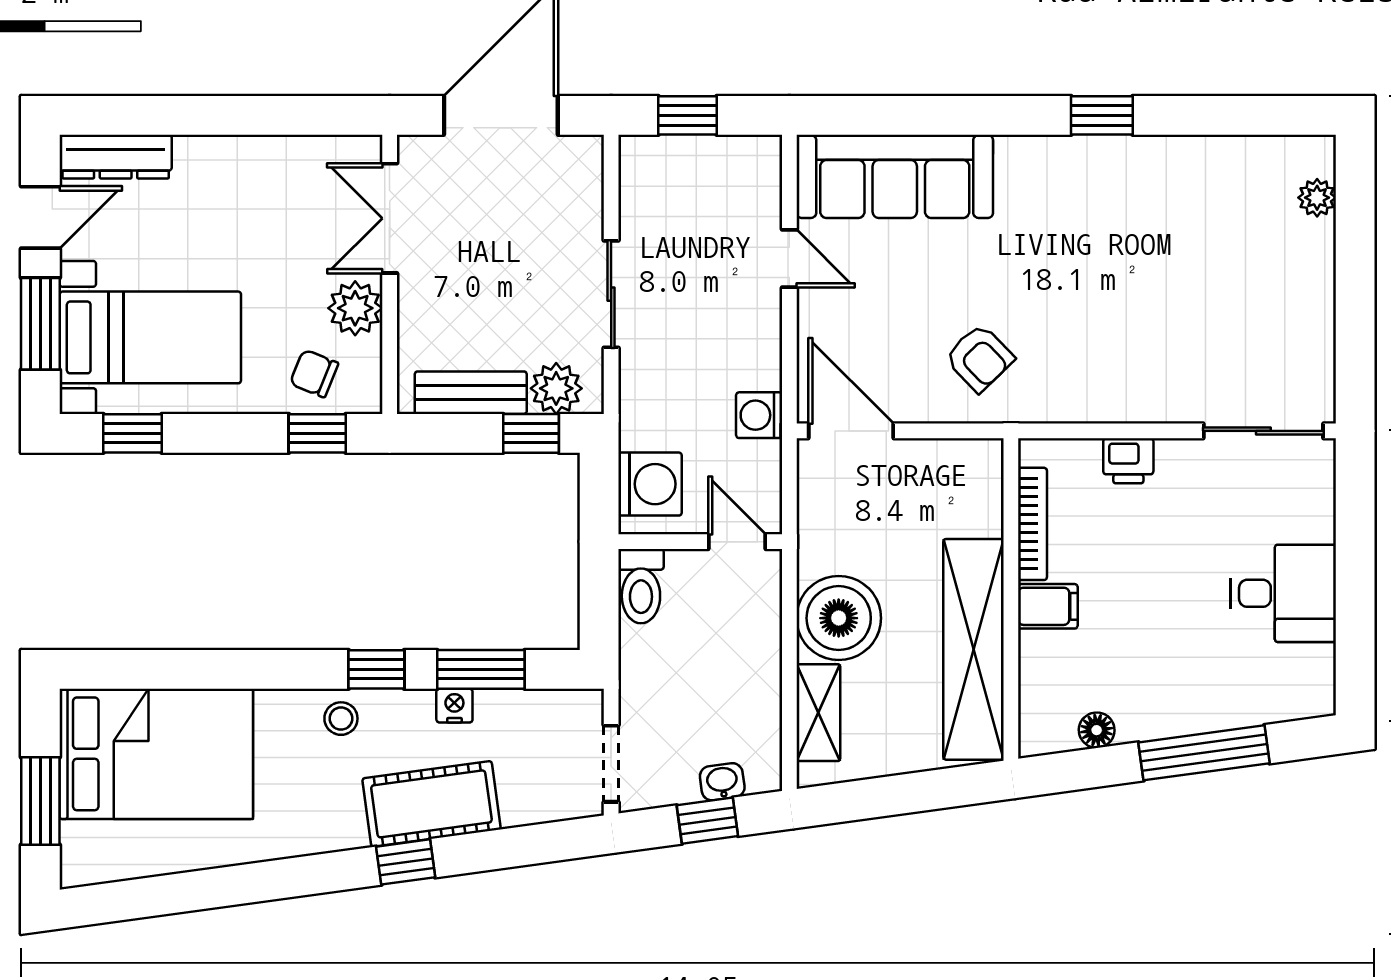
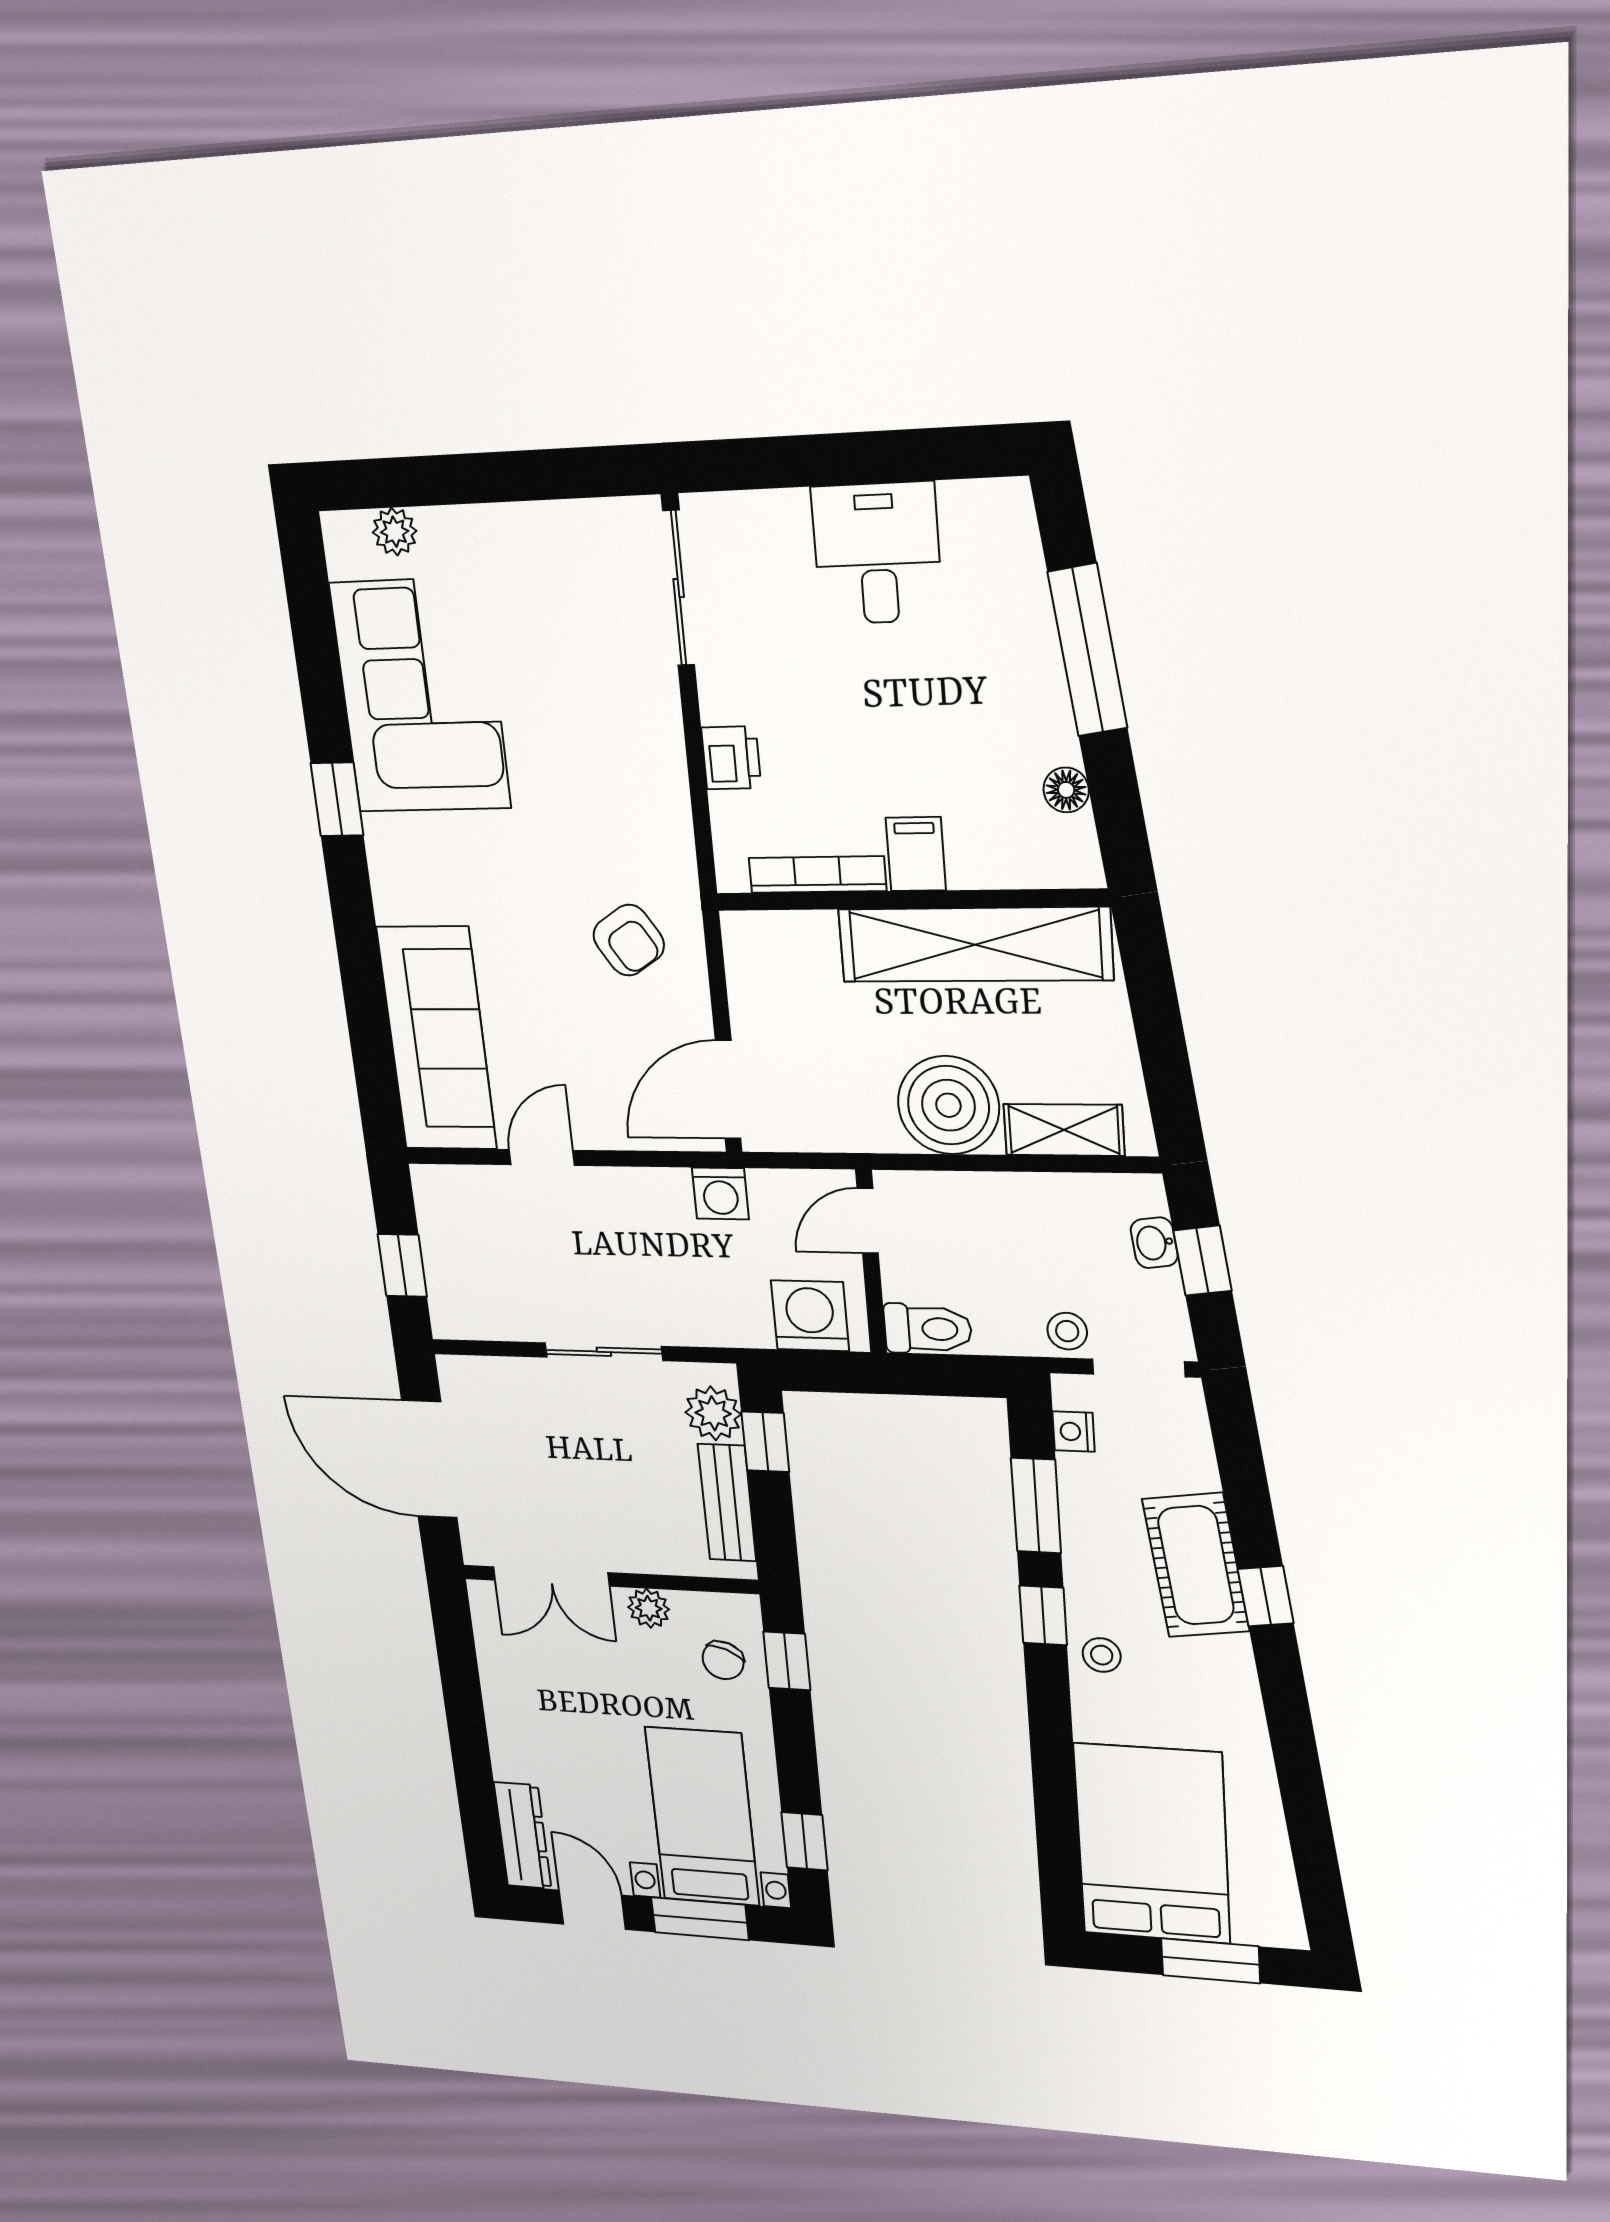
corner sofa: (1185, 202) -> (420, 696), added
plant: (355, 308) -> (649, 1608), width x0.73, depth x0.73
armchair: (979, 358) -> (629, 940), turned 101
stool: (642, 705) -> (1067, 1331), added
nightstand: (454, 706) -> (1073, 1432), moved

